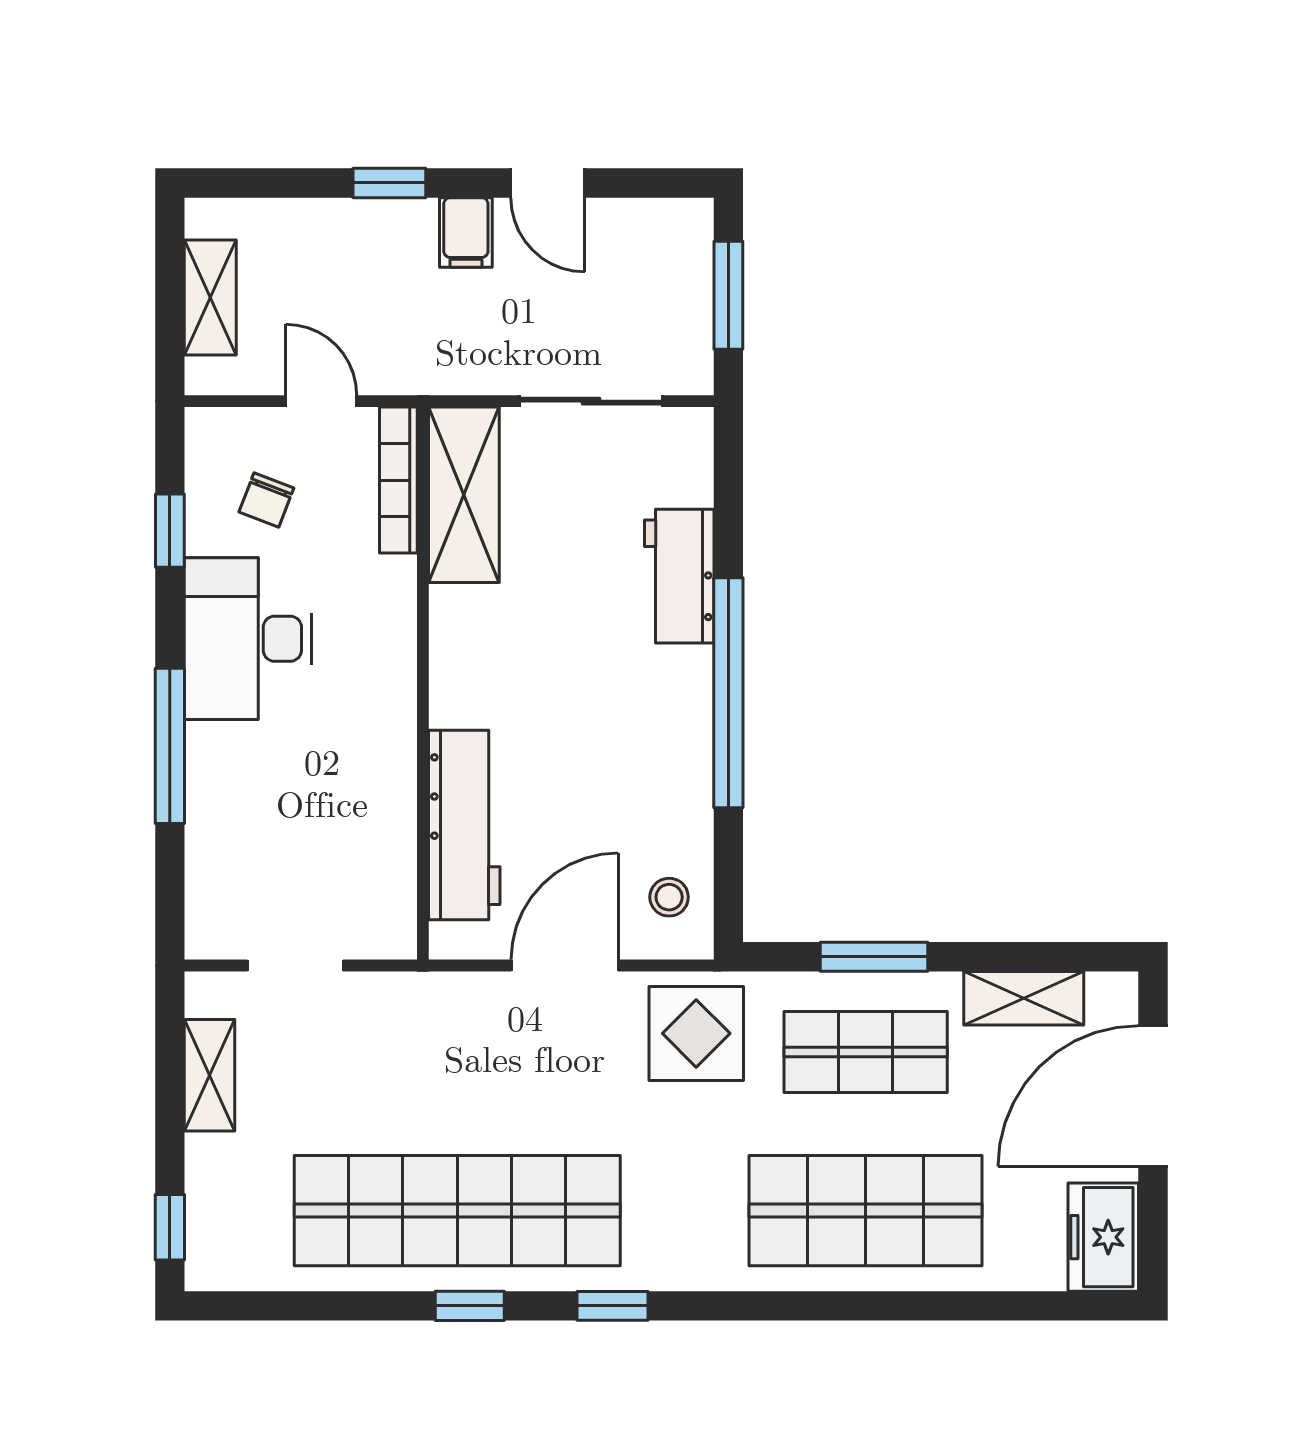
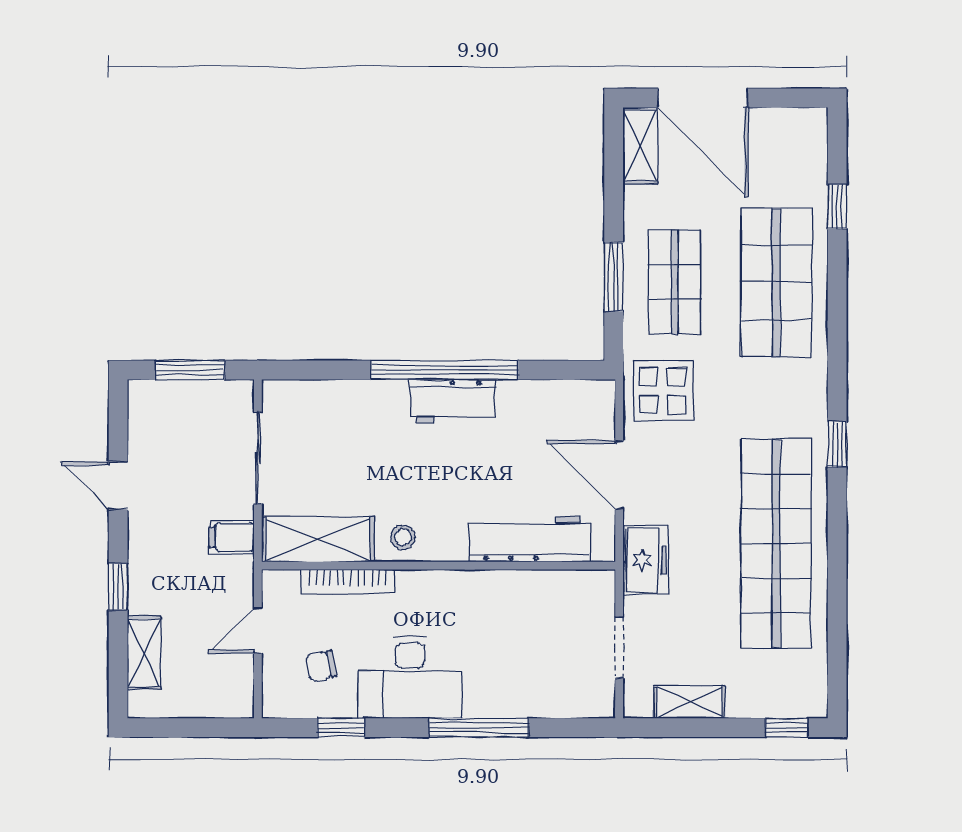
door: (548, 183) -> (118, 486), swing flipped
filing cabinet: (466, 232) -> (232, 537), moved, turned 180
shelving: (210, 297) -> (144, 653), moved, turned 90
bookcase: (398, 480) -> (348, 581), moved
chair: (266, 500) -> (321, 666), turned 148
workbench: (679, 576) -> (453, 401), moved
stool: (669, 897) -> (403, 537), moved
shelving: (1024, 998) -> (640, 146), moved
freezer: (1103, 1237) -> (645, 560), moved, turned -90
window: (470, 1306) -> (837, 207), moved

